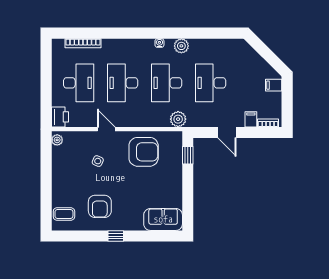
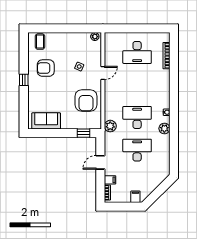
desk: (123, 83) -> (137, 85), removed
printer: (60, 117) -> (112, 39), removed
sofa: (163, 219) -> (46, 121), moved, turned -90

